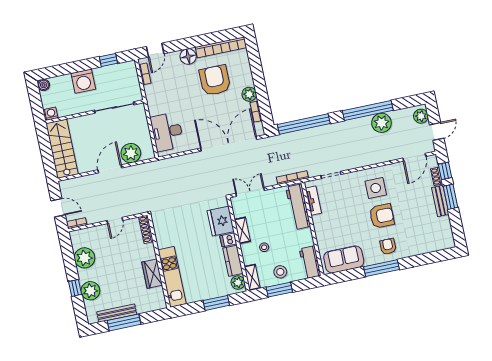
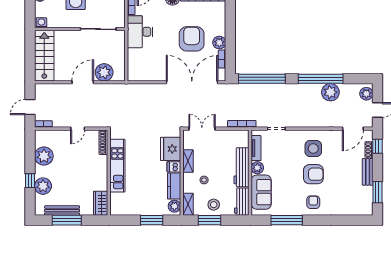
armchair: (215, 80) -> (192, 39), moved
desk: (167, 132) -> (140, 32), moved
window: (450, 197) -> (377, 192), moved
workbench: (298, 207) -> (241, 167), moved
door: (58, 208) -> (30, 107), swing flipped
plant: (319, 222) -> (257, 168), added
sofa: (344, 259) -> (261, 192), moved, turned 90
window: (381, 268) -> (287, 220), moved
wardrobe: (152, 274) -> (101, 203), moved
kitchen unit: (172, 277) -> (117, 166), moved

